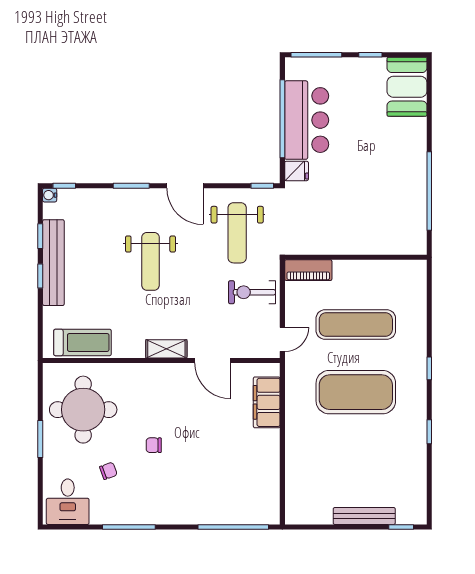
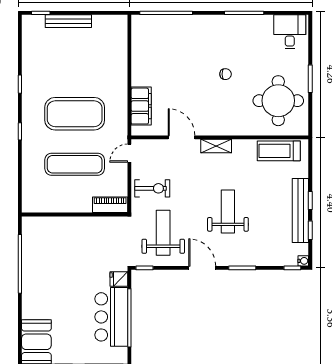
chair: (108, 471) -> (259, 55), removed

